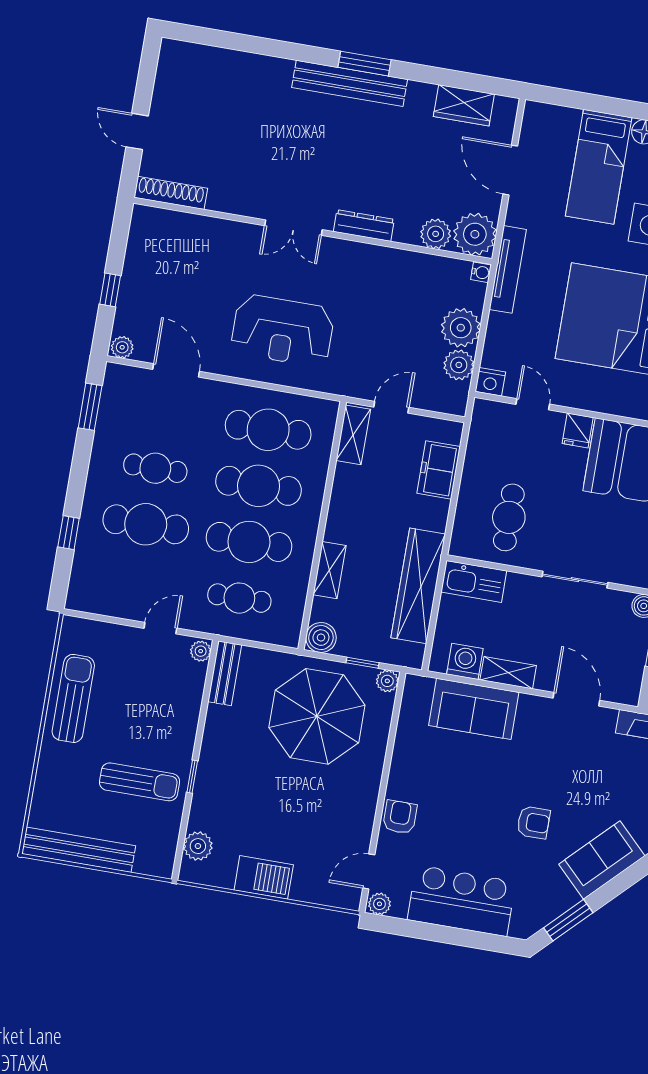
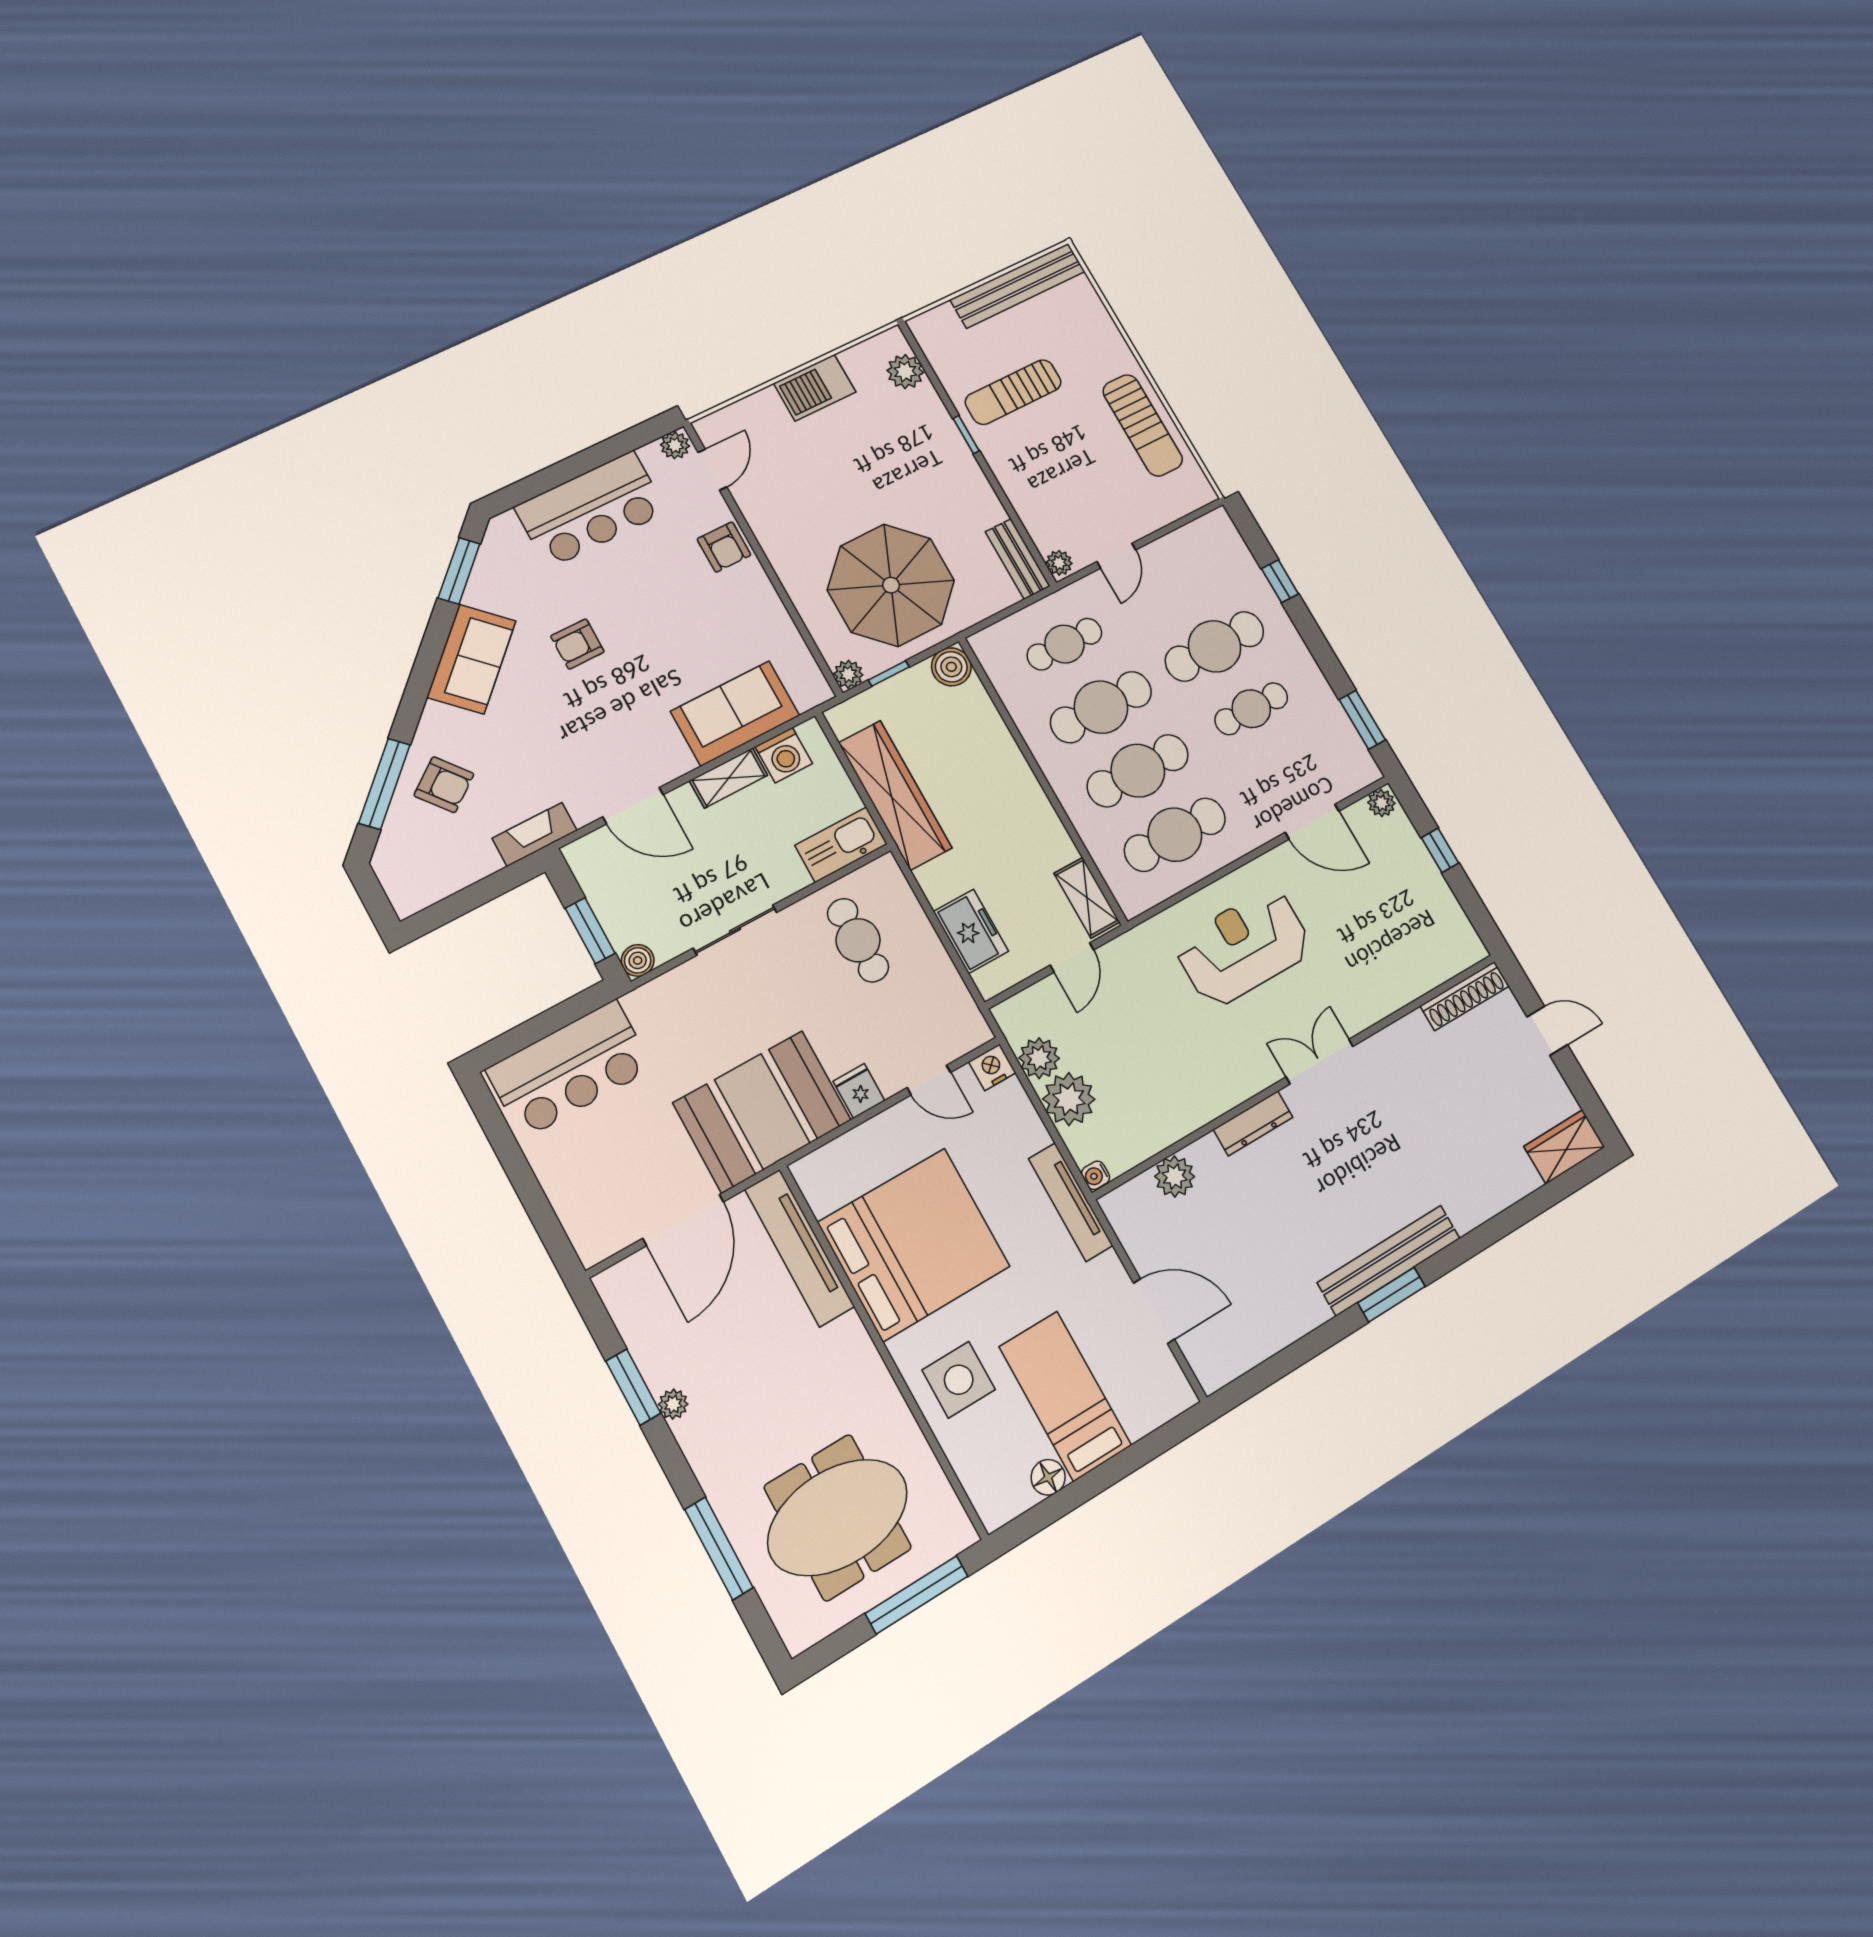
wardrobe: (464, 105) -> (1564, 1147), moved
plant: (475, 234) -> (1135, 1211), removed
shelving: (330, 570) -> (998, 741), removed

